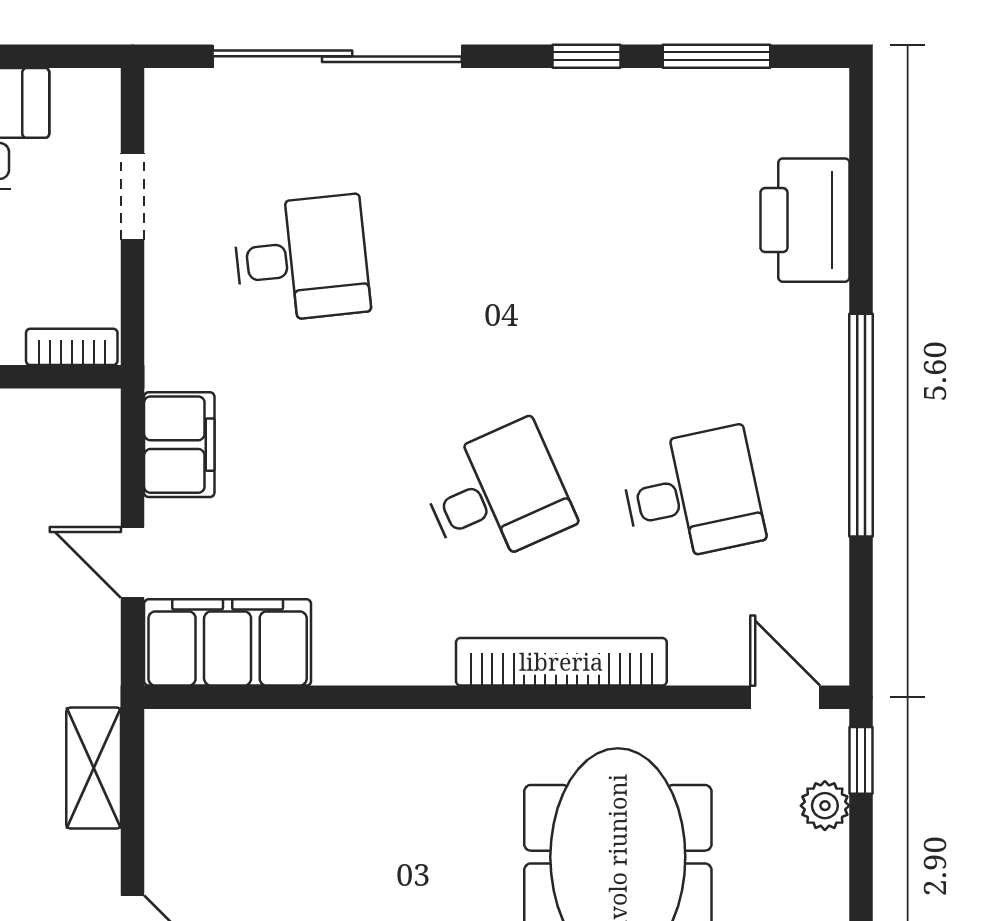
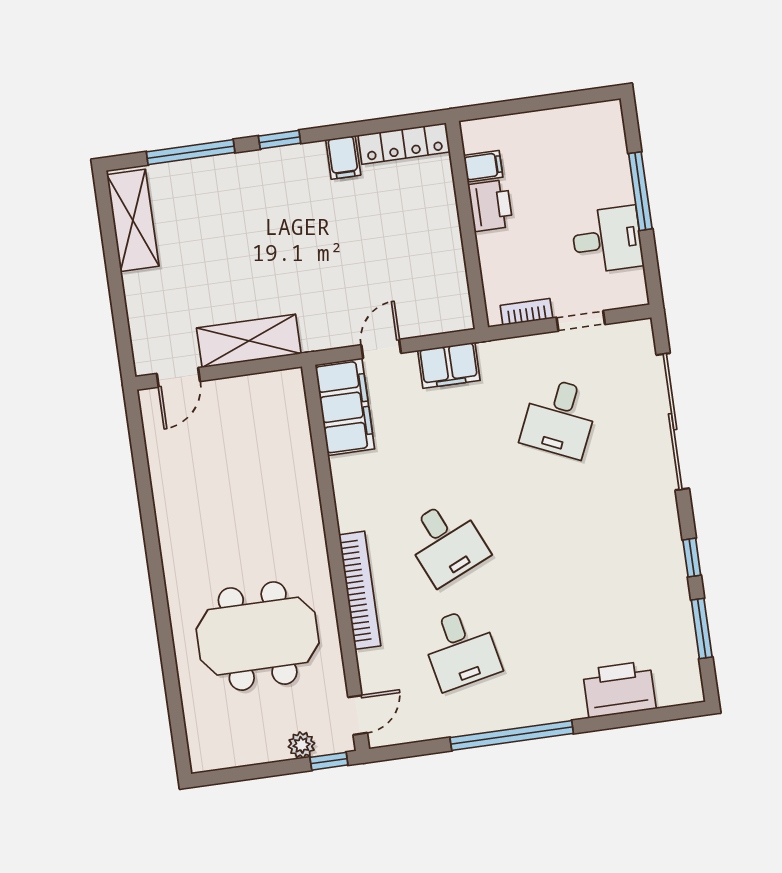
desk: (301, 259) -> (559, 418), turned 30
bookcase: (72, 347) -> (526, 312), moved, turned -90
shelving: (94, 768) -> (249, 341), width x1.50, depth x1.33

